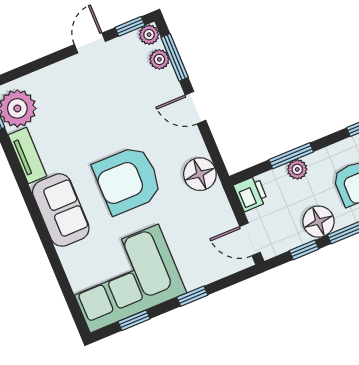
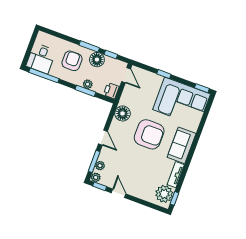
door: (90, 43) -> (119, 193), swing flipped
window: (134, 320) -> (202, 88), moved

